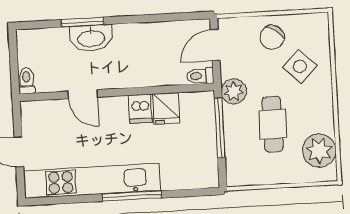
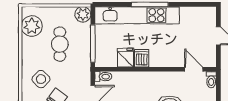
plant: (234, 91) -> (83, 14), moved
door: (83, 94) -> (194, 69), moved
kitchen unit: (92, 181) -> (137, 15), moved

